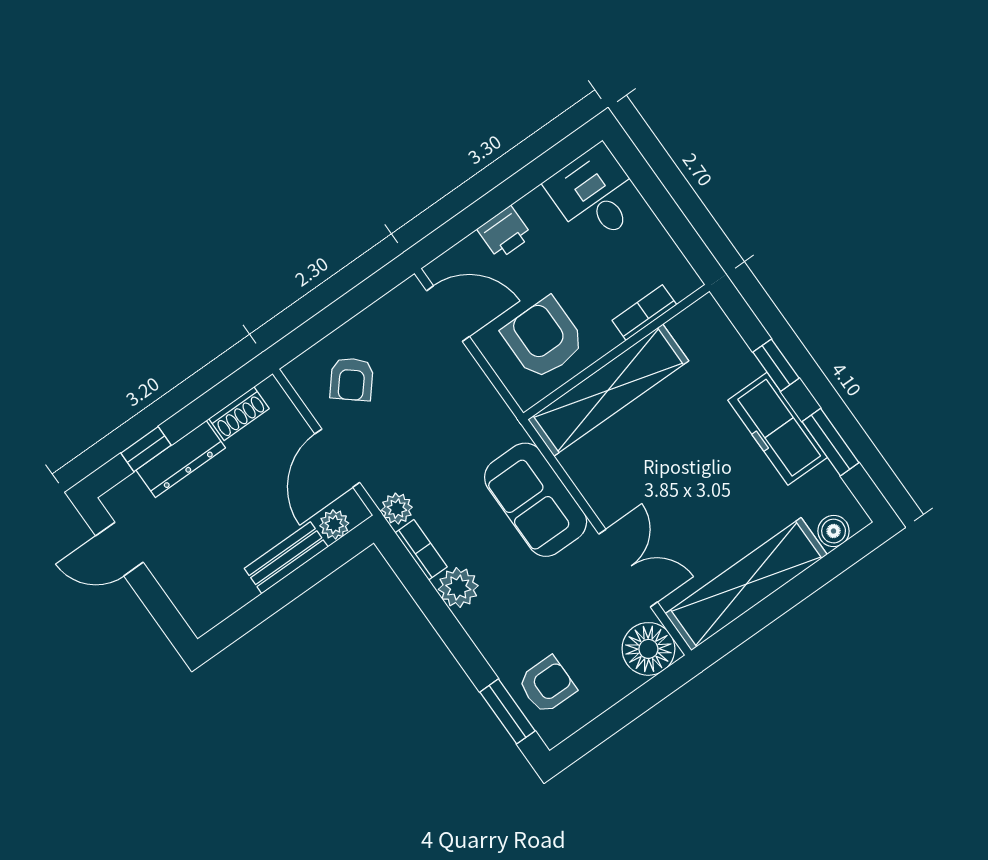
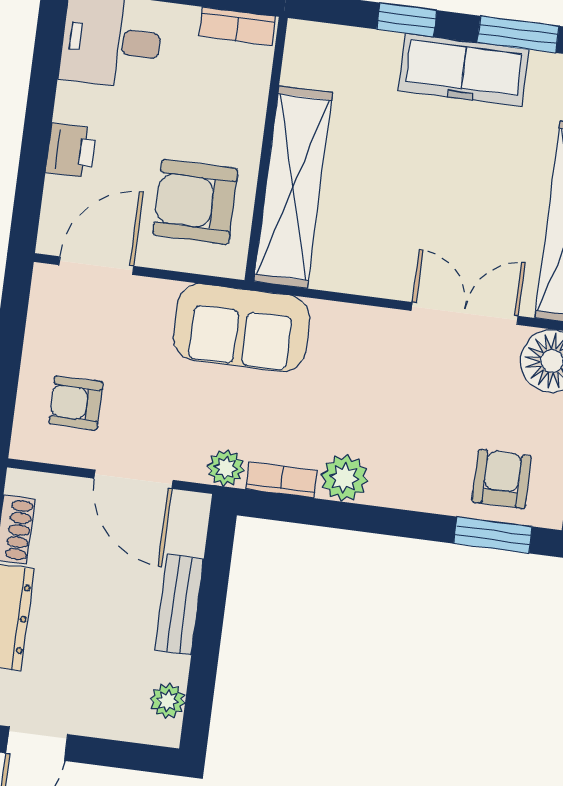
bookcase: (644, 313) -> (237, 26), moved, turned -90
armchair: (352, 379) -> (76, 403), turned 140
sofa: (536, 500) -> (241, 328), moved
plant: (334, 524) -> (168, 701), moved

